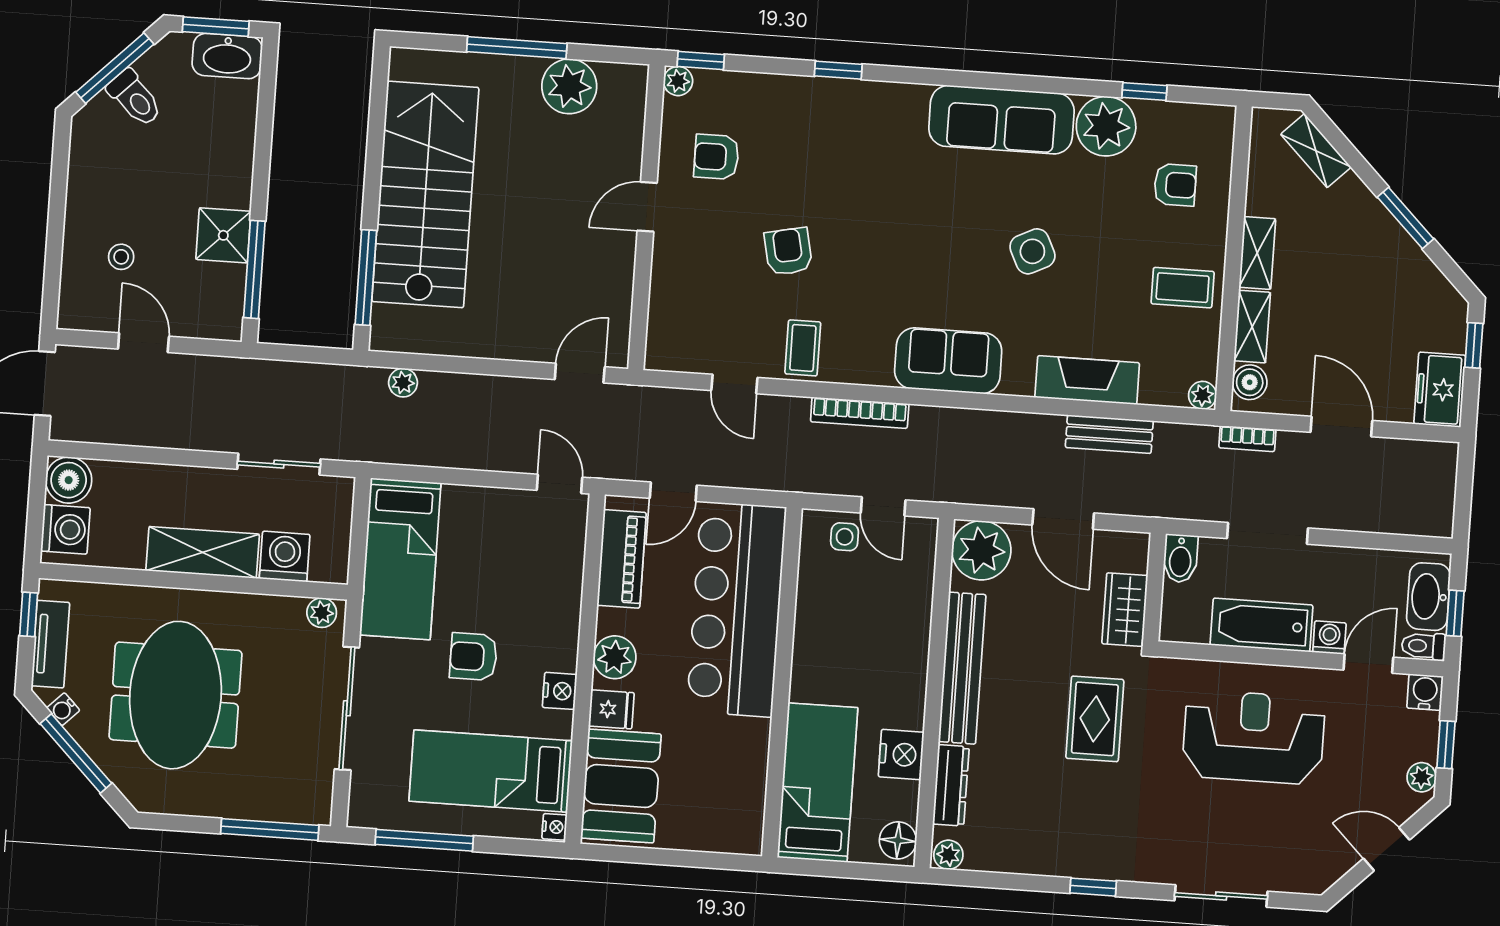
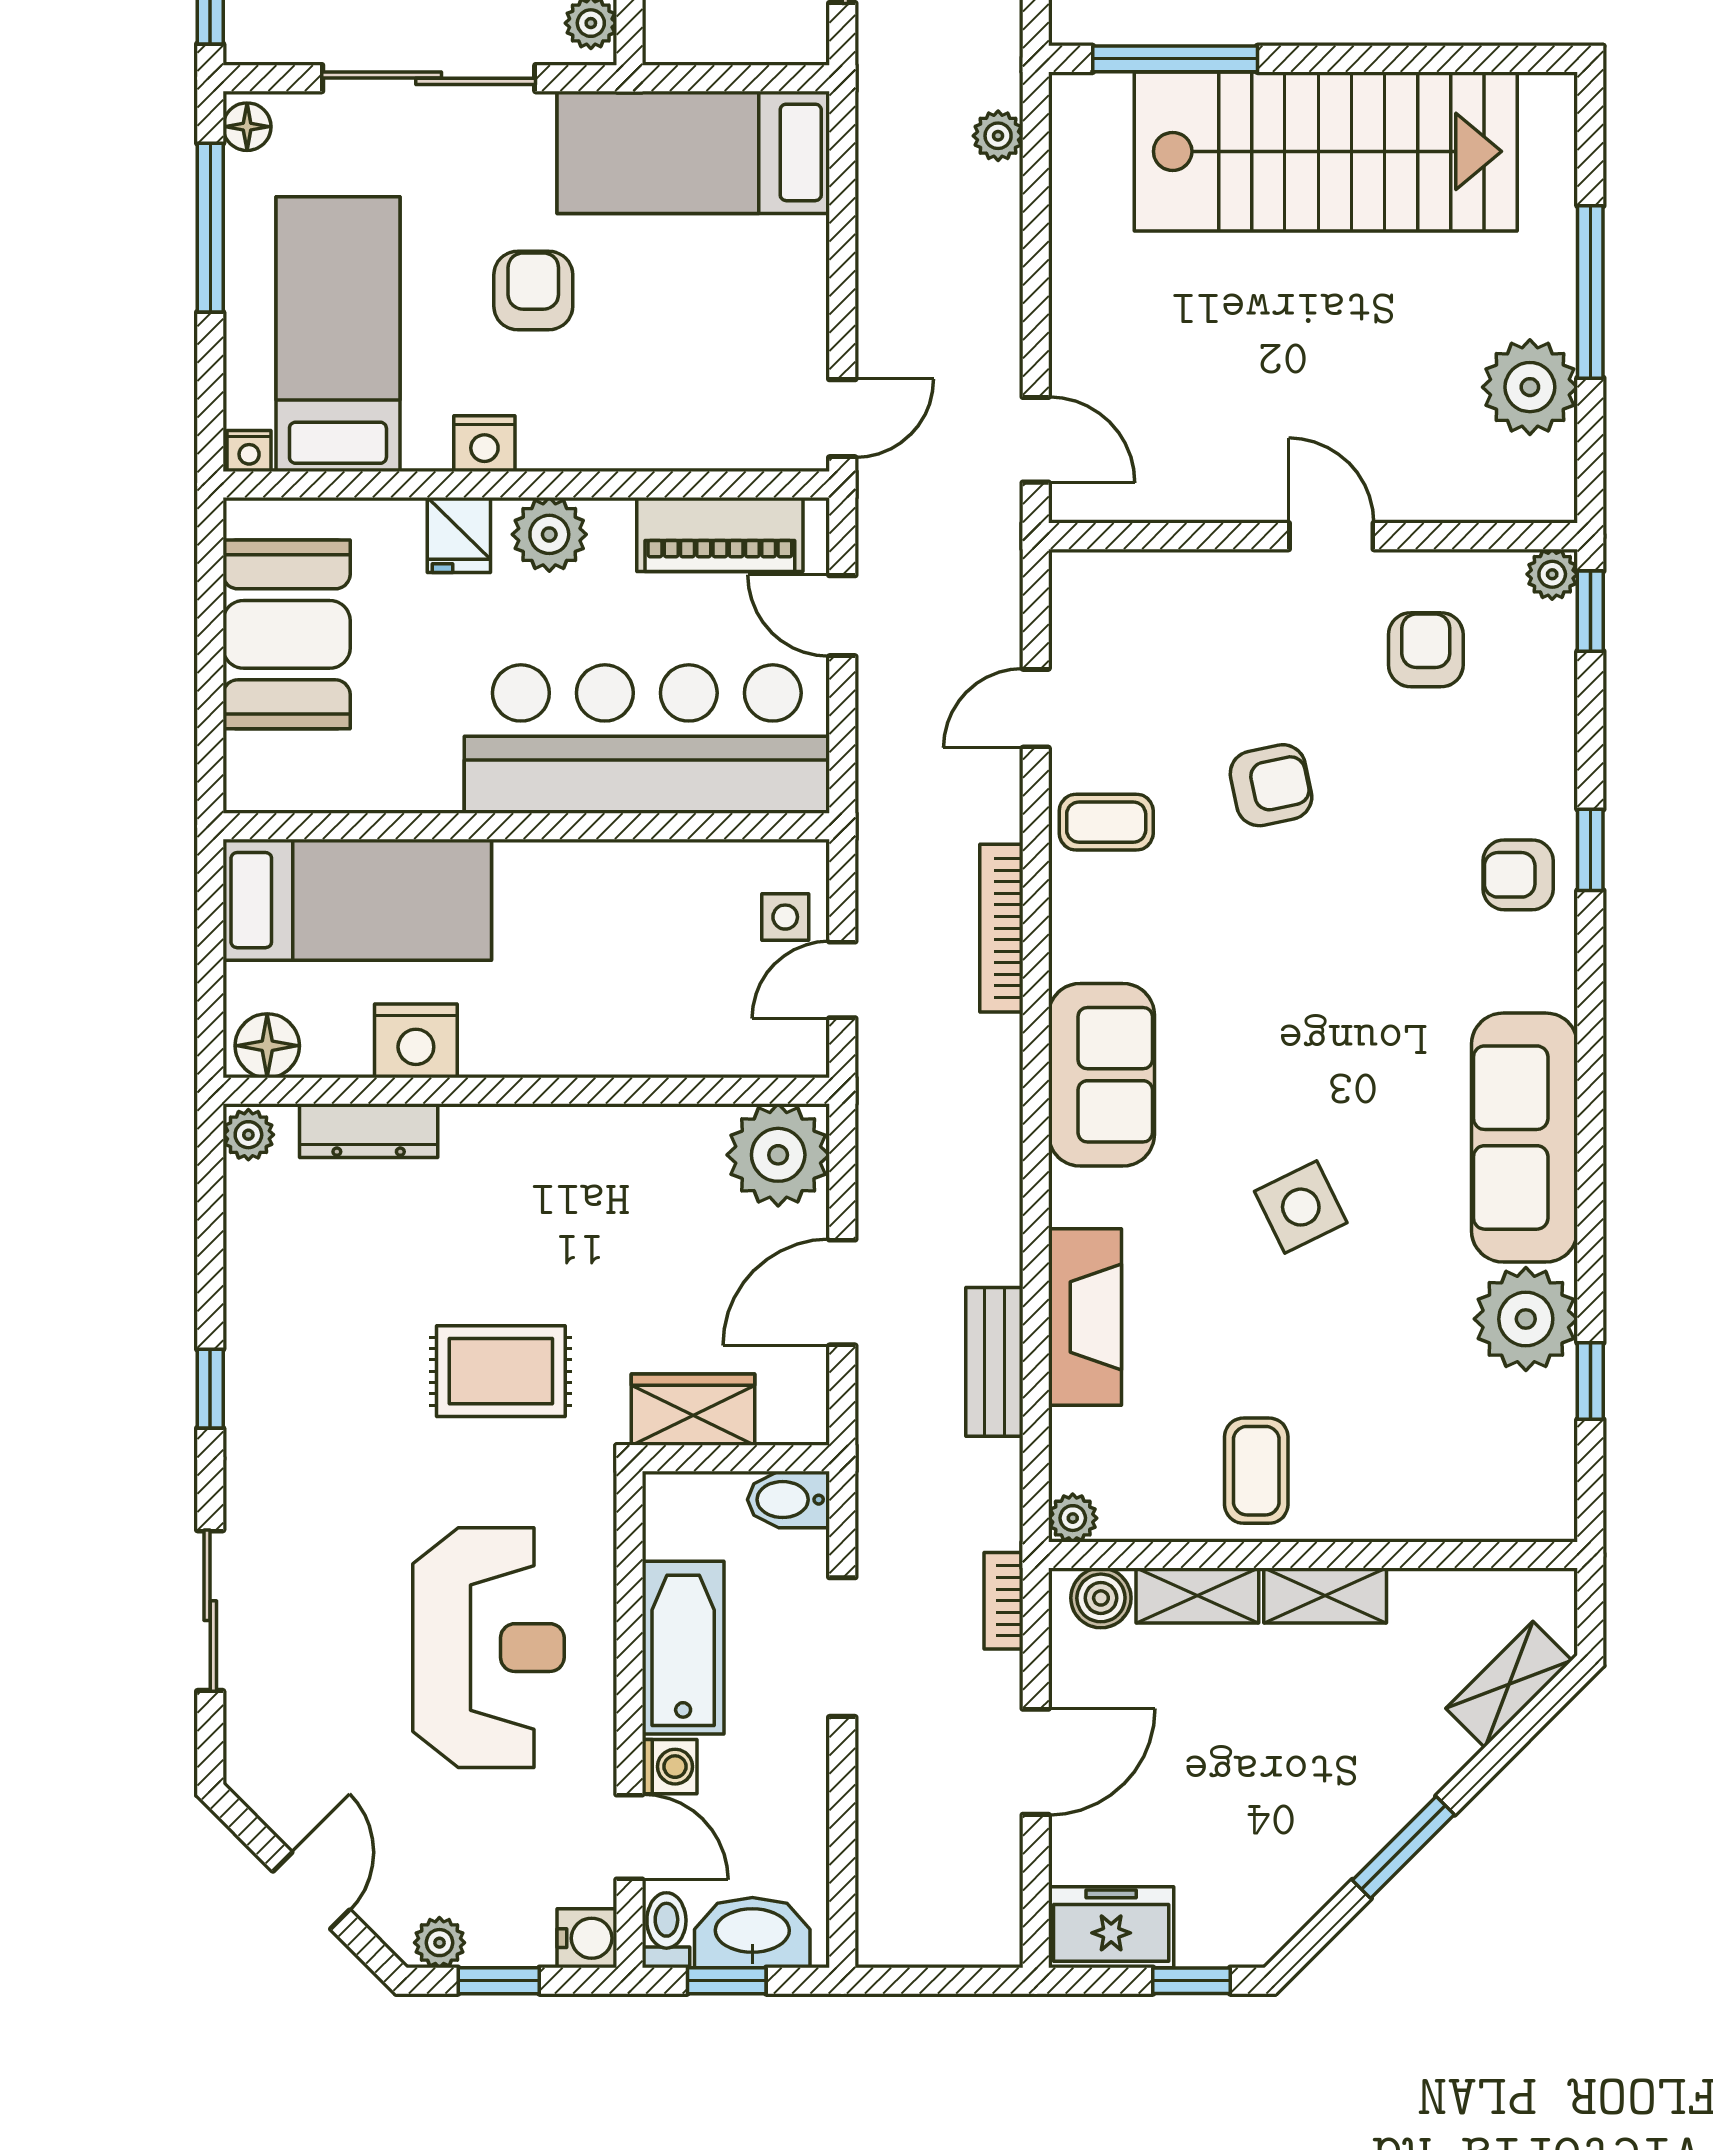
armchair: (1175, 185) -> (1518, 875), moved, turned 90
bench: (962, 668) -> (573, 1136), removed
booth: (621, 786) -> (287, 634), moved, turned 90
floor lamp: (368, 815) -> (247, 127), added

